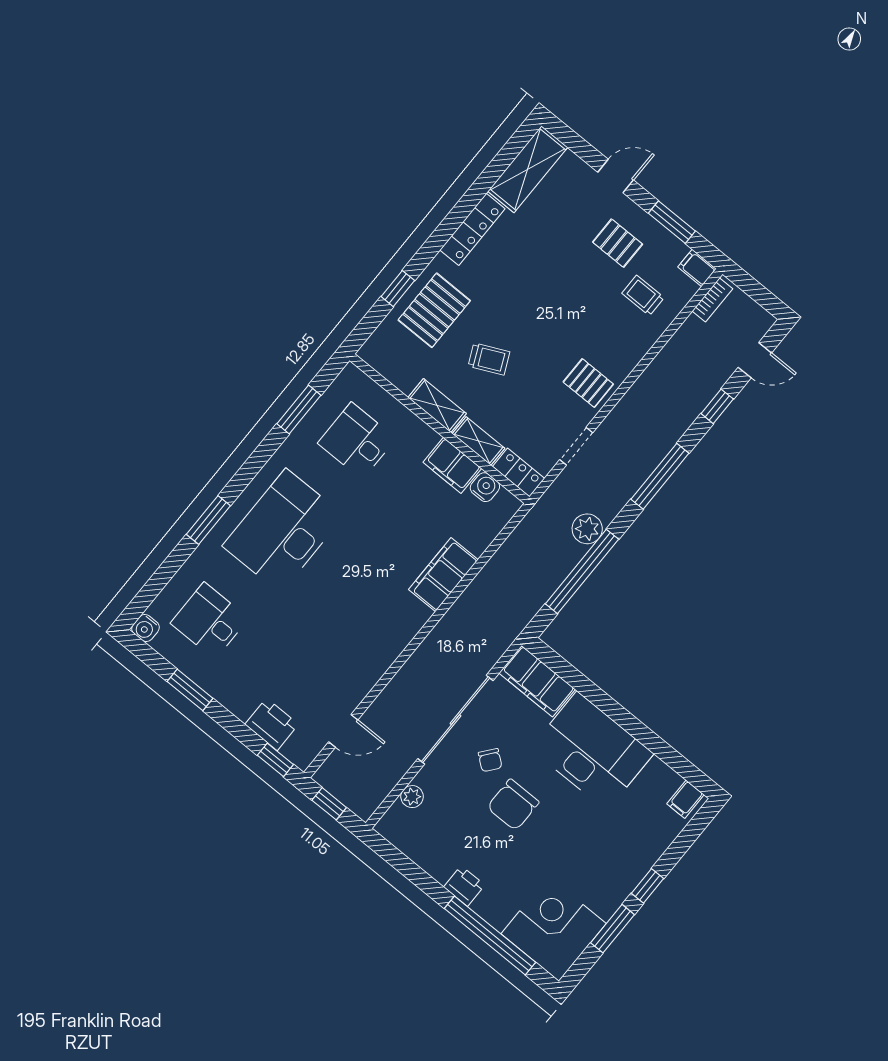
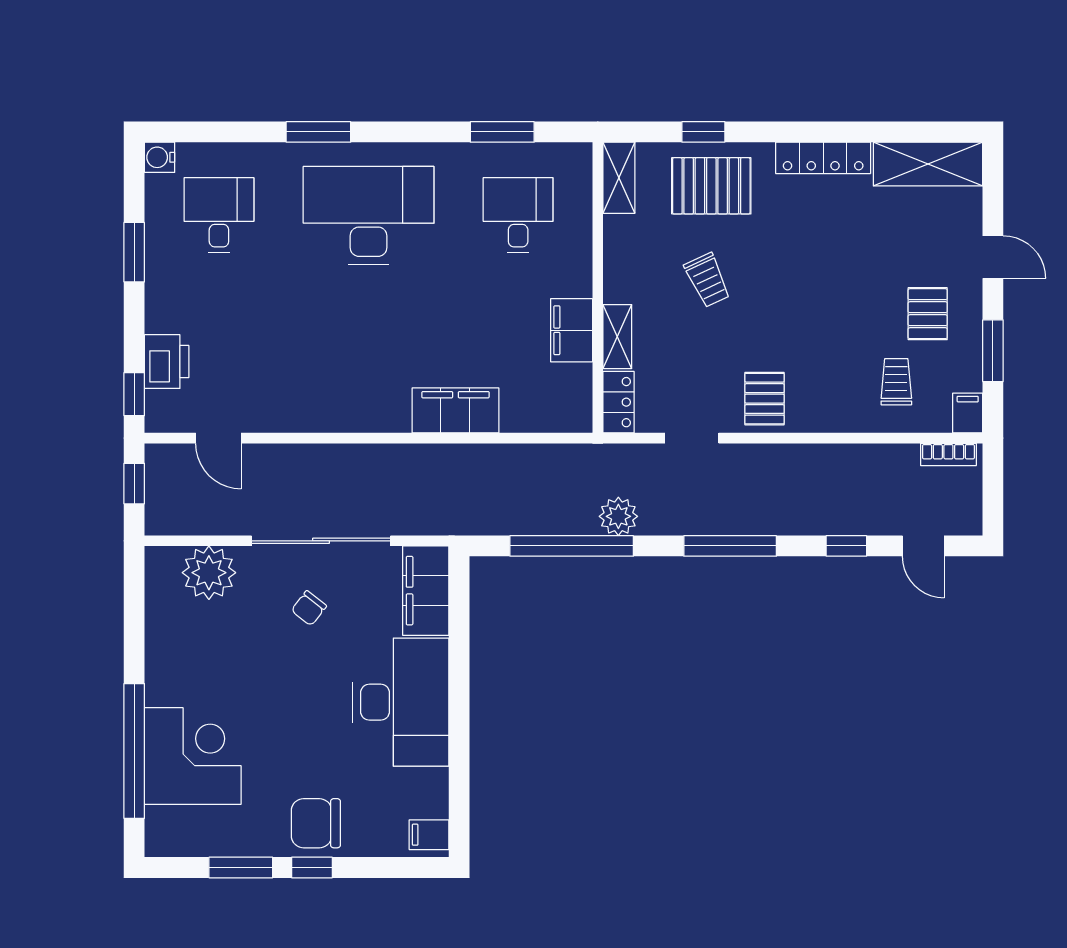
shelving: (437, 405) -> (619, 178), moved
water cooler: (485, 487) -> (577, 381), removed
plant: (412, 797) -> (209, 573), width x1.88, depth x1.88
chair: (513, 805) -> (316, 823), moved
printer: (464, 886) -> (162, 685), removed
corner desk: (554, 929) -> (193, 756), moved

